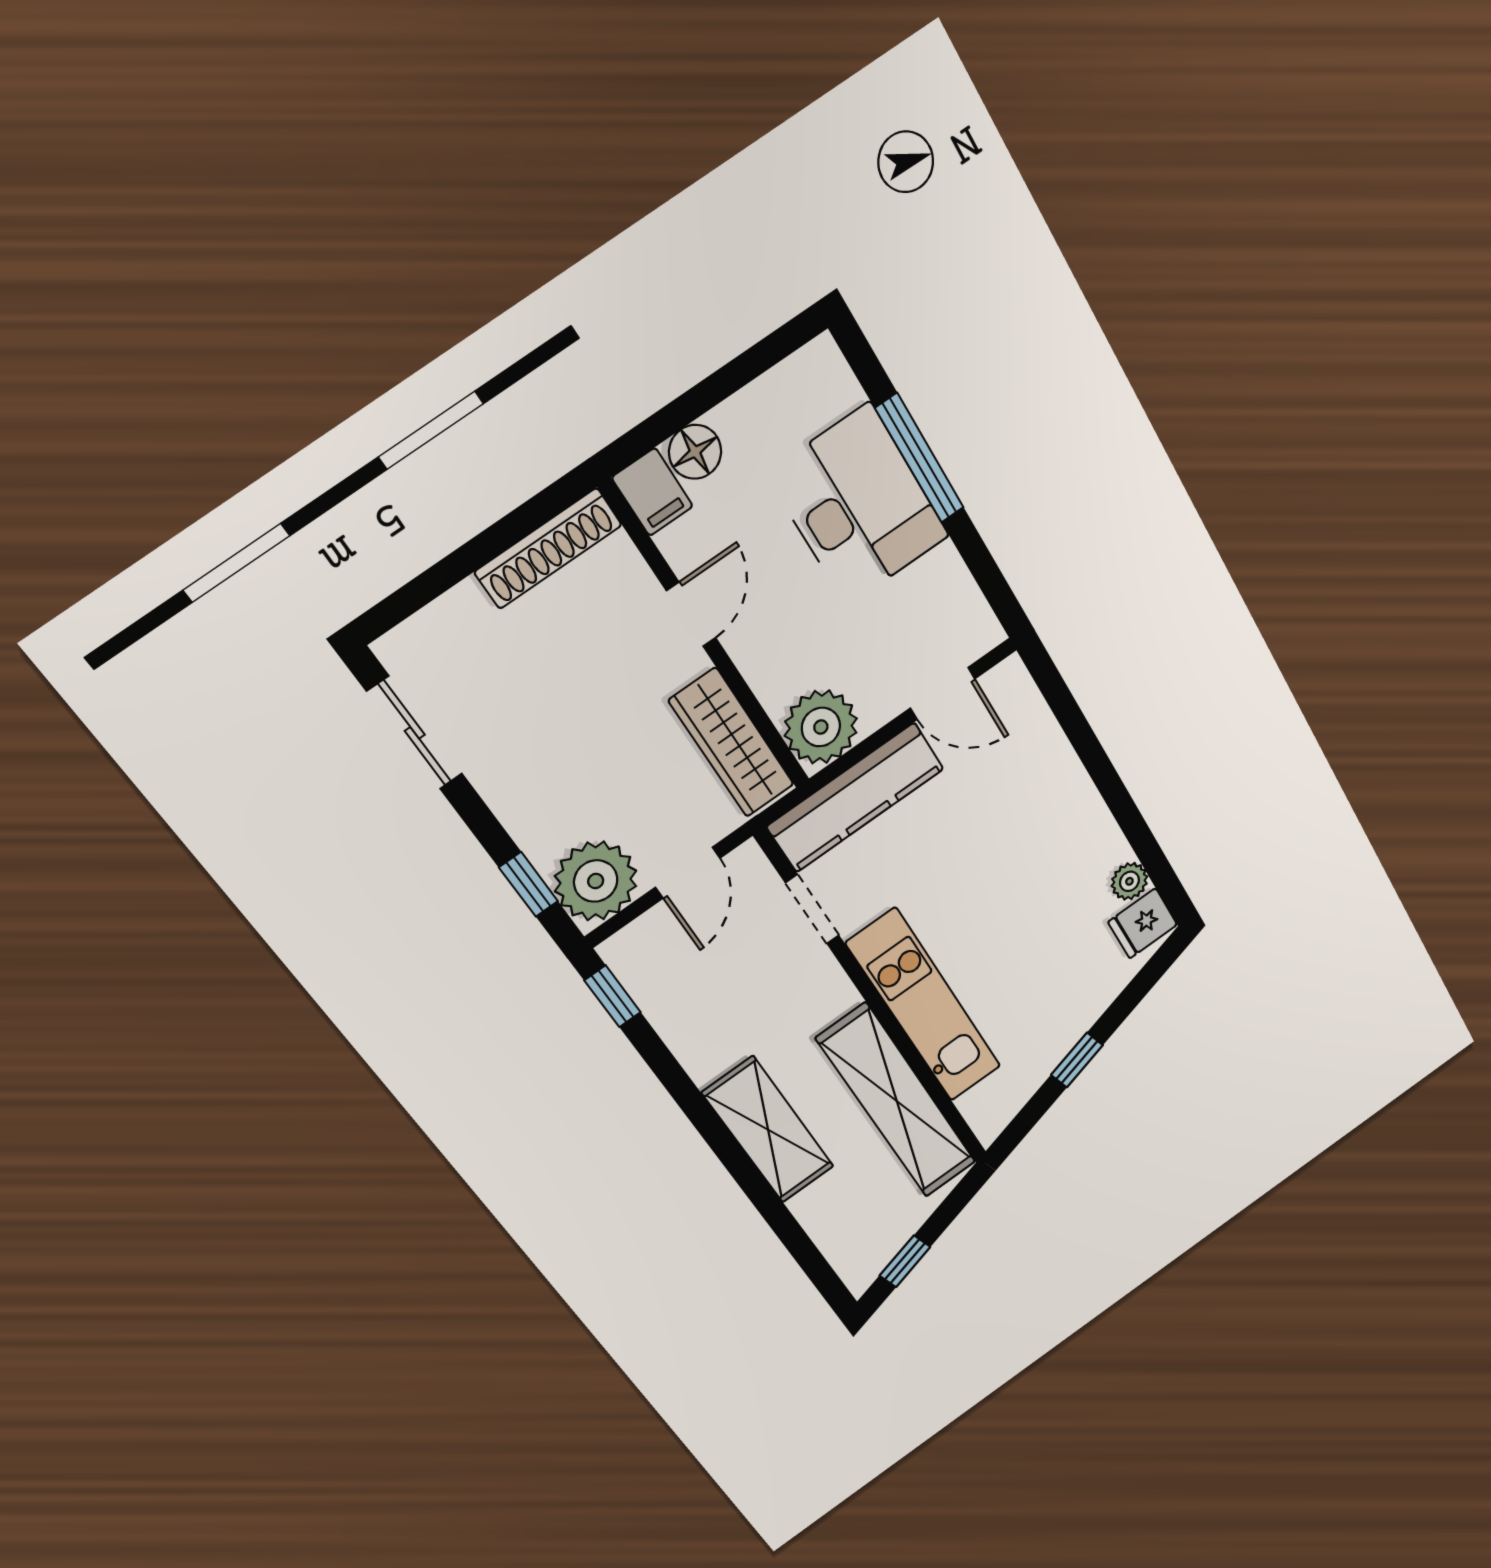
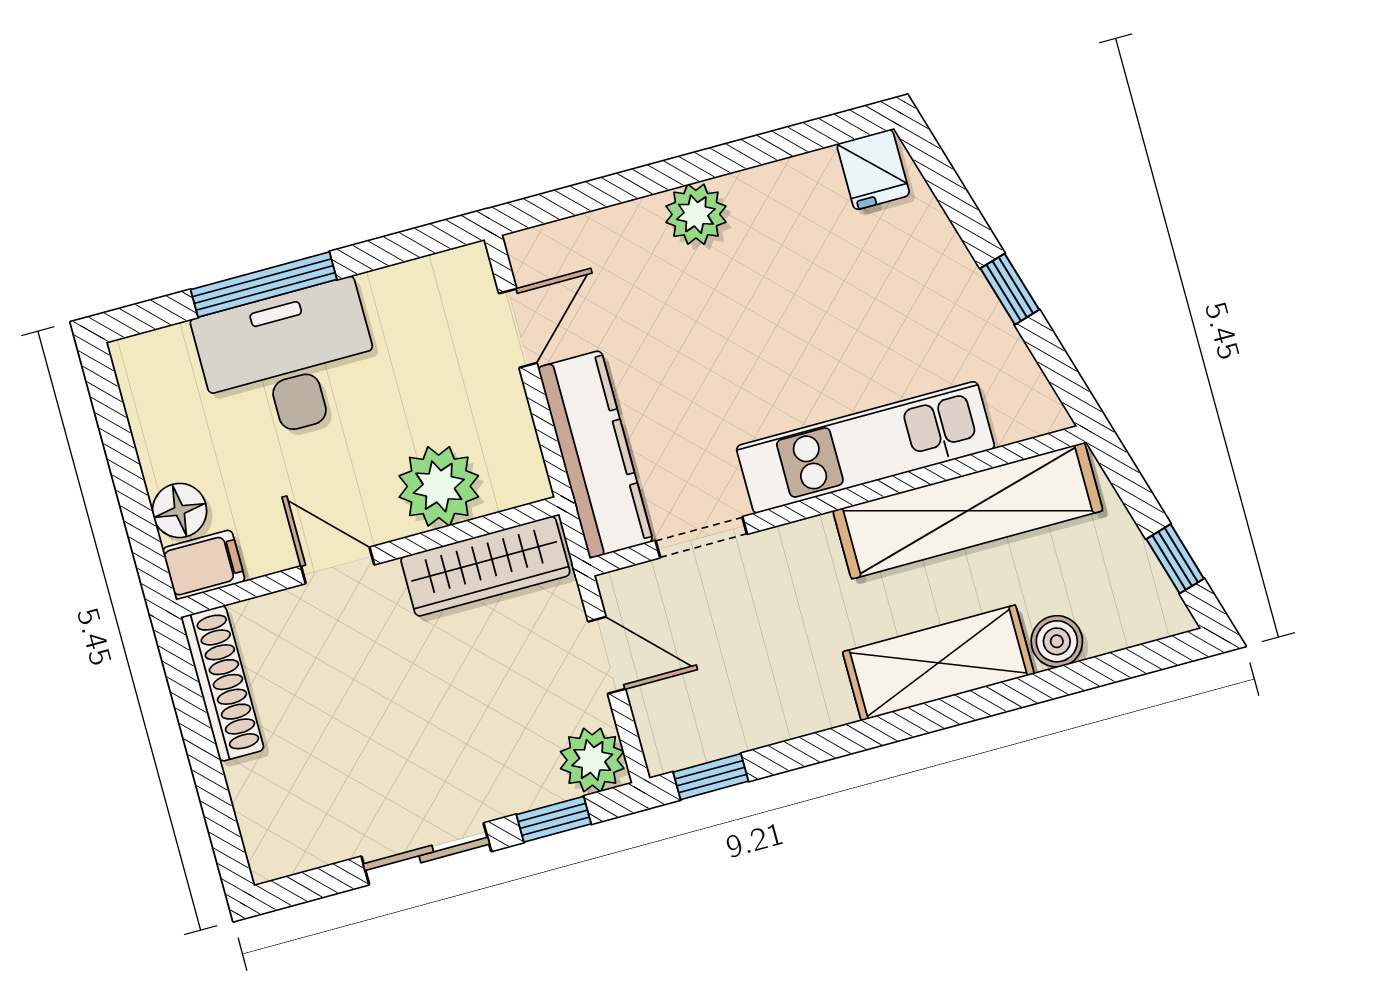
plant: (821, 727) -> (439, 486), moved
sliding door: (415, 733) -> (426, 854), moved
plant: (596, 881) -> (592, 760), width x0.73, depth x0.73
plant: (1129, 881) -> (696, 214), moved, width x1.38, depth x1.38
boiler: (814, 1207) -> (1057, 641), added

